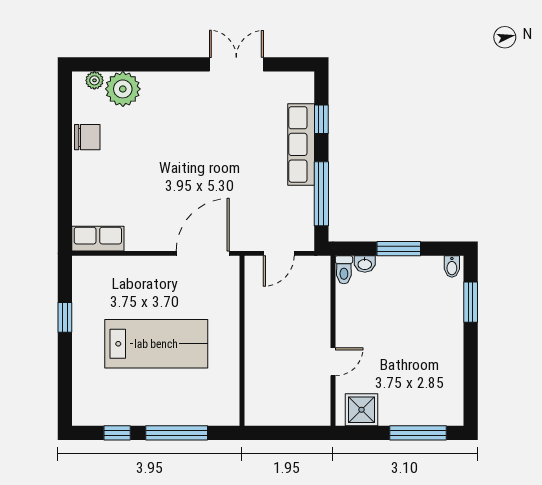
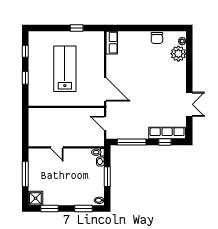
row of seats: (301, 144) -> (167, 133), moved
lab bench: (156, 344) -> (65, 69), turned 180
window: (471, 378) -> (50, 209), added
shower: (361, 410) -> (35, 198), moved
window: (177, 433) -> (25, 78), width x0.46
window: (418, 433) -> (25, 174), moved

